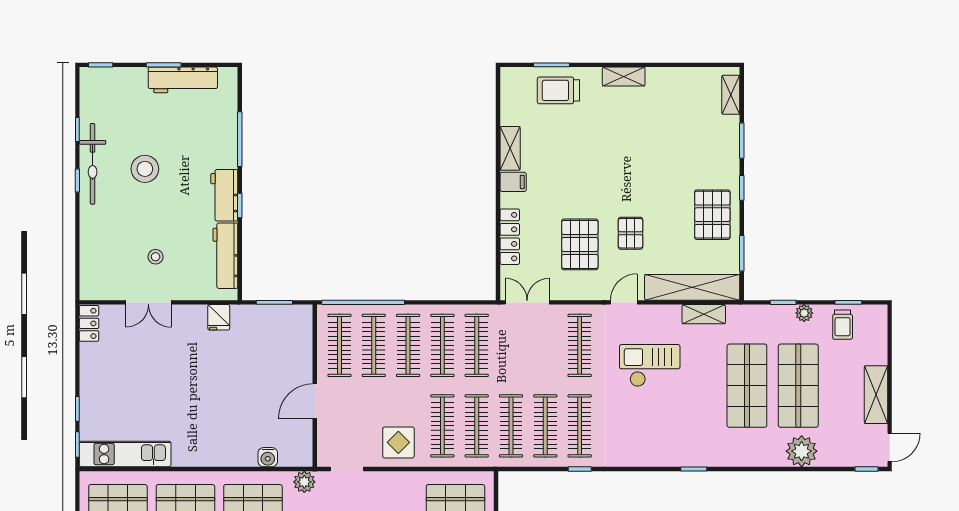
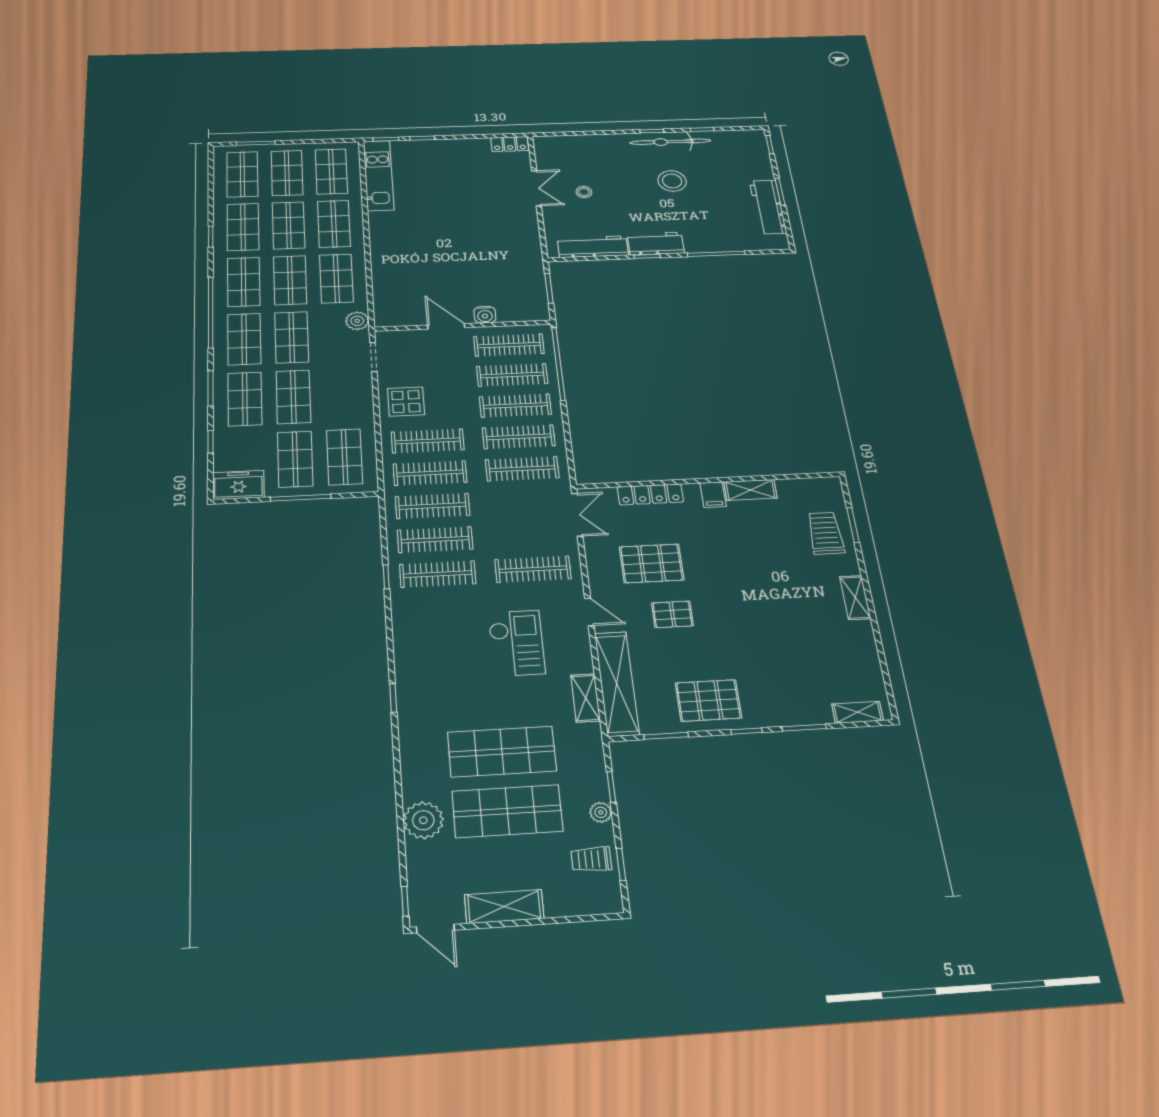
double door: (148, 302) -> (536, 188), swing flipped
fridge: (219, 317) -> (528, 244), removed
water cooler: (268, 457) -> (485, 315), moved, turned -90

